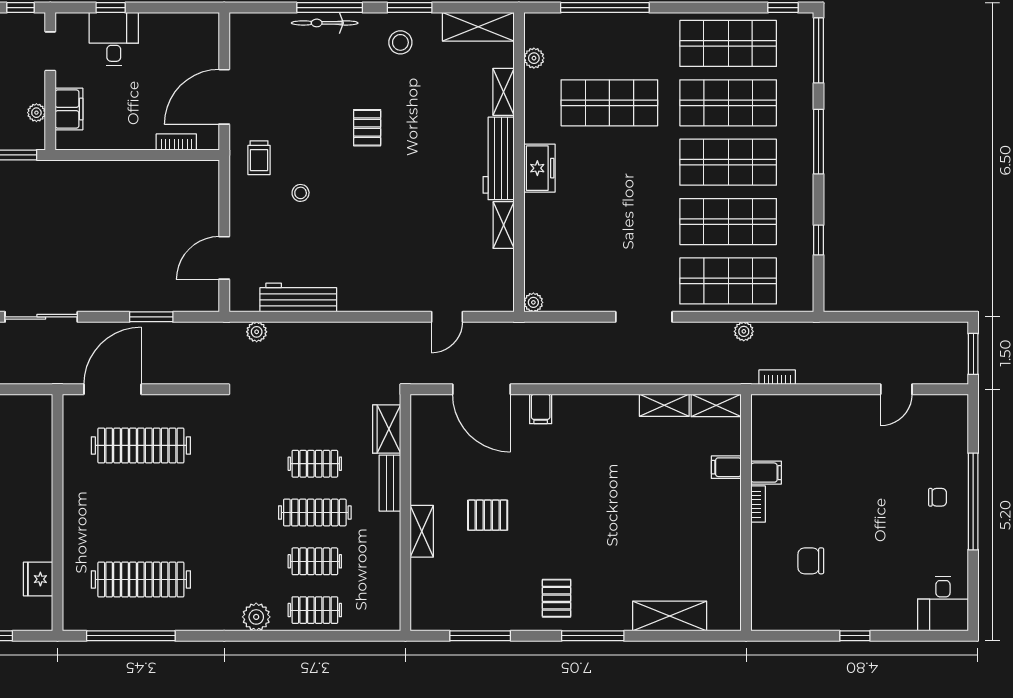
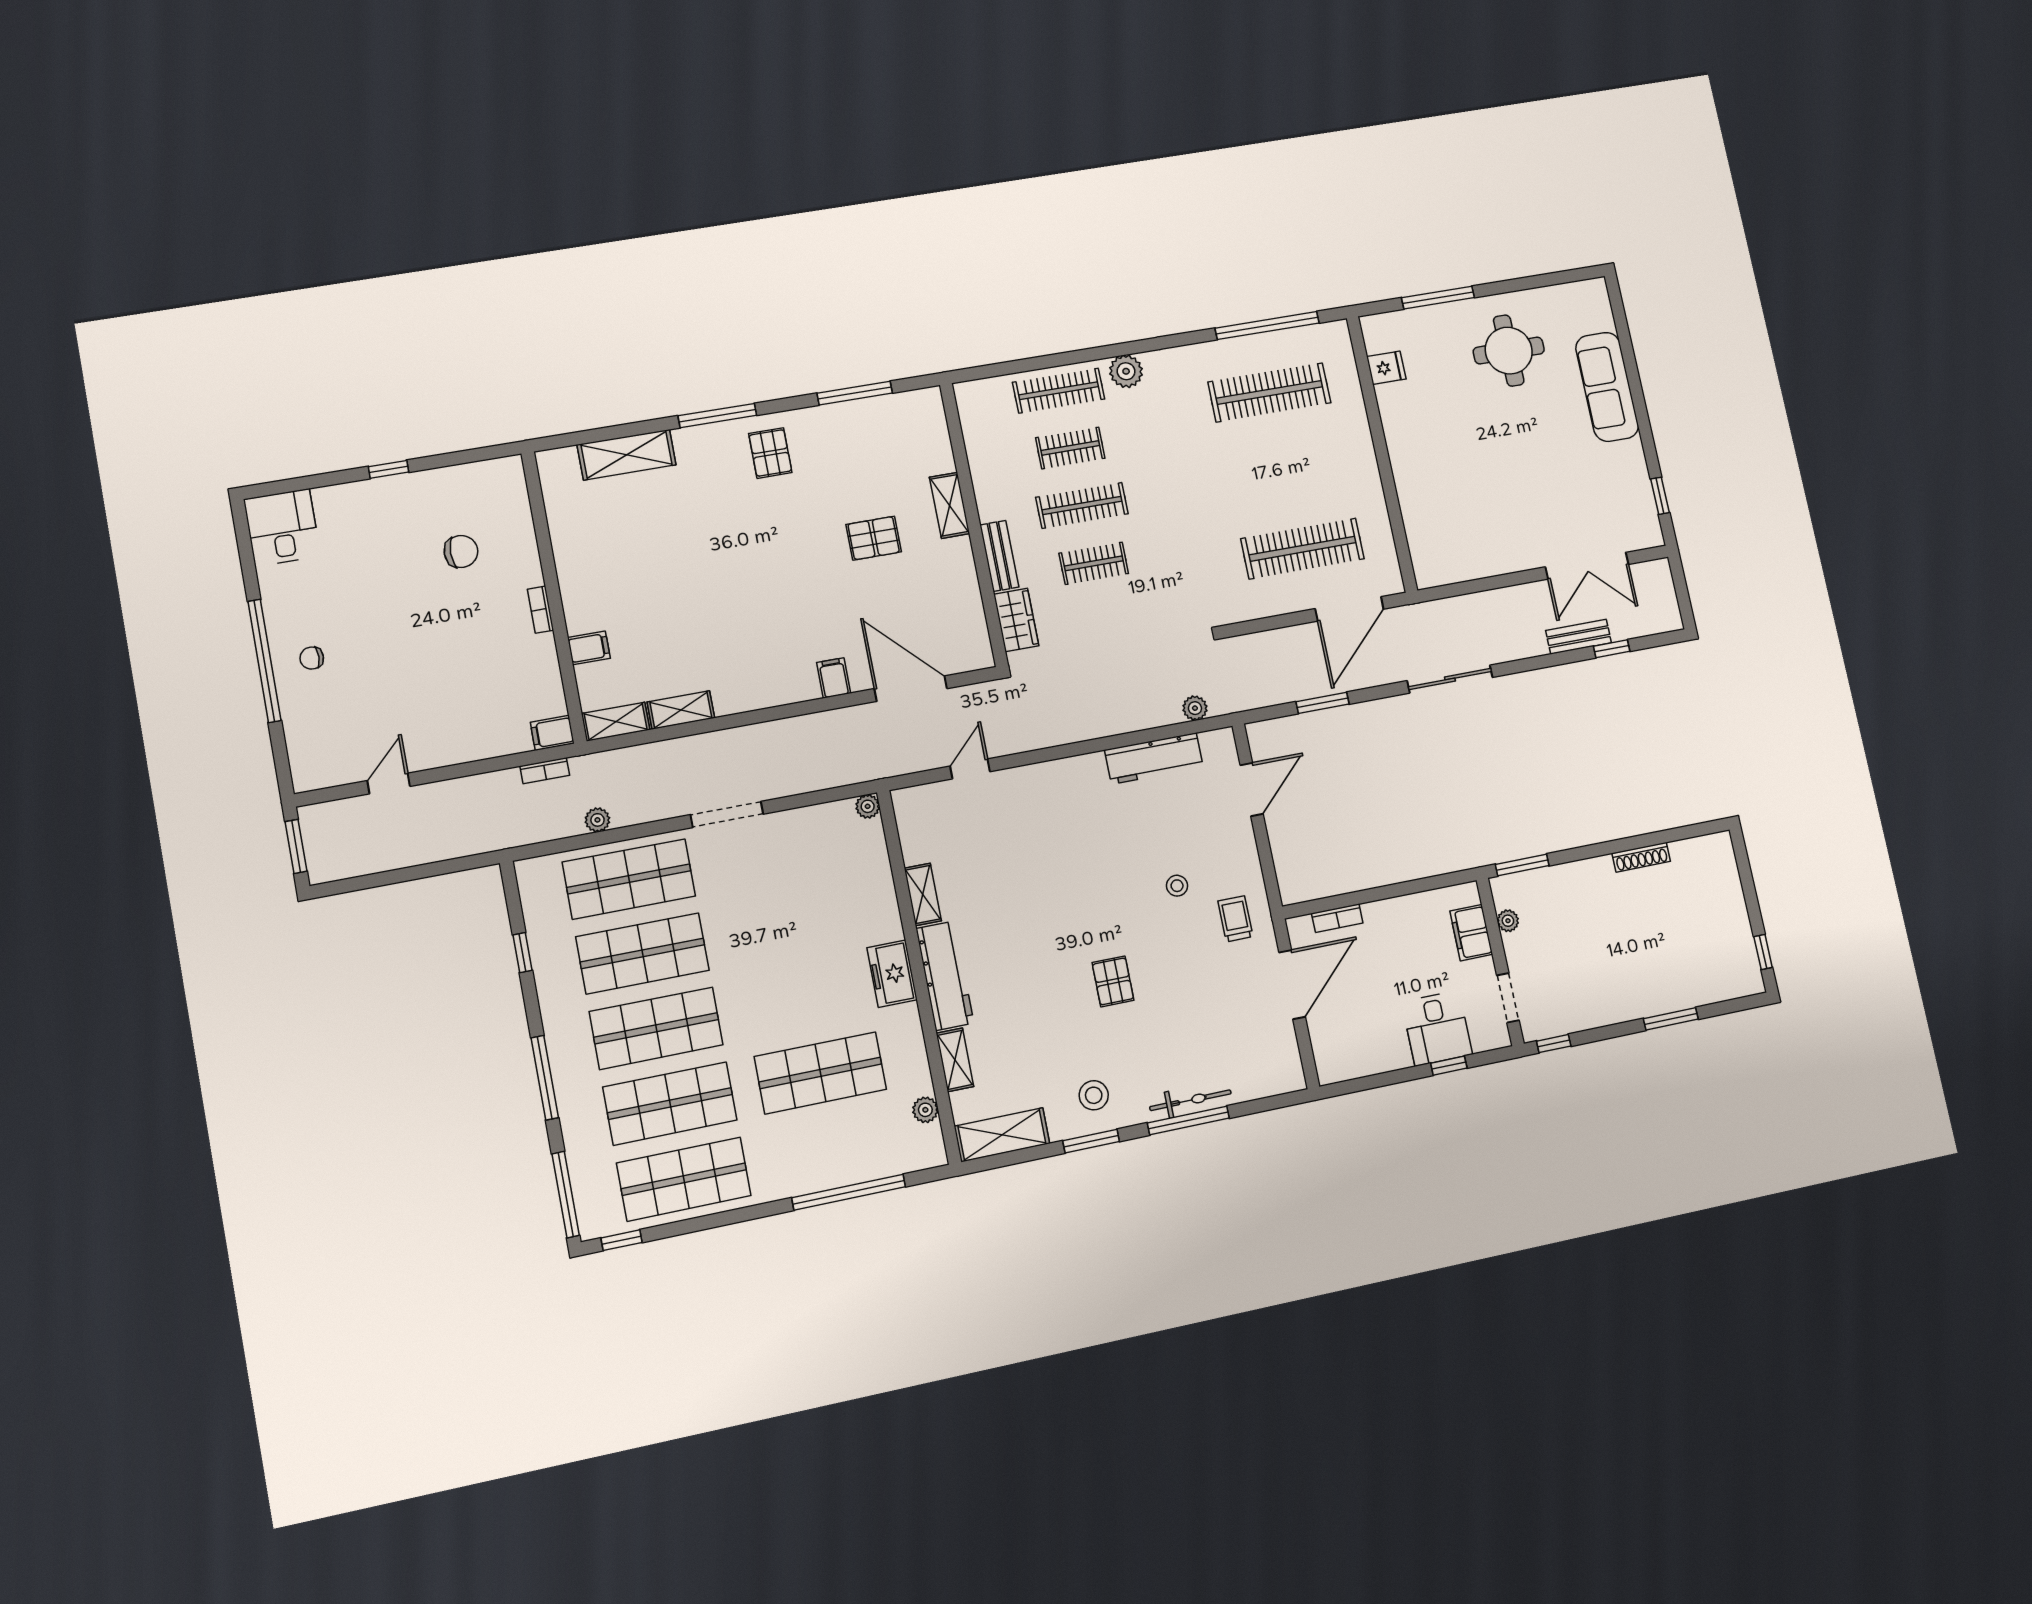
filing cabinet: (766, 473) -> (552, 733), moved
fridge: (38, 579) -> (1386, 368), width x0.72
clothes rail: (315, 610) -> (1059, 391), width x1.36

